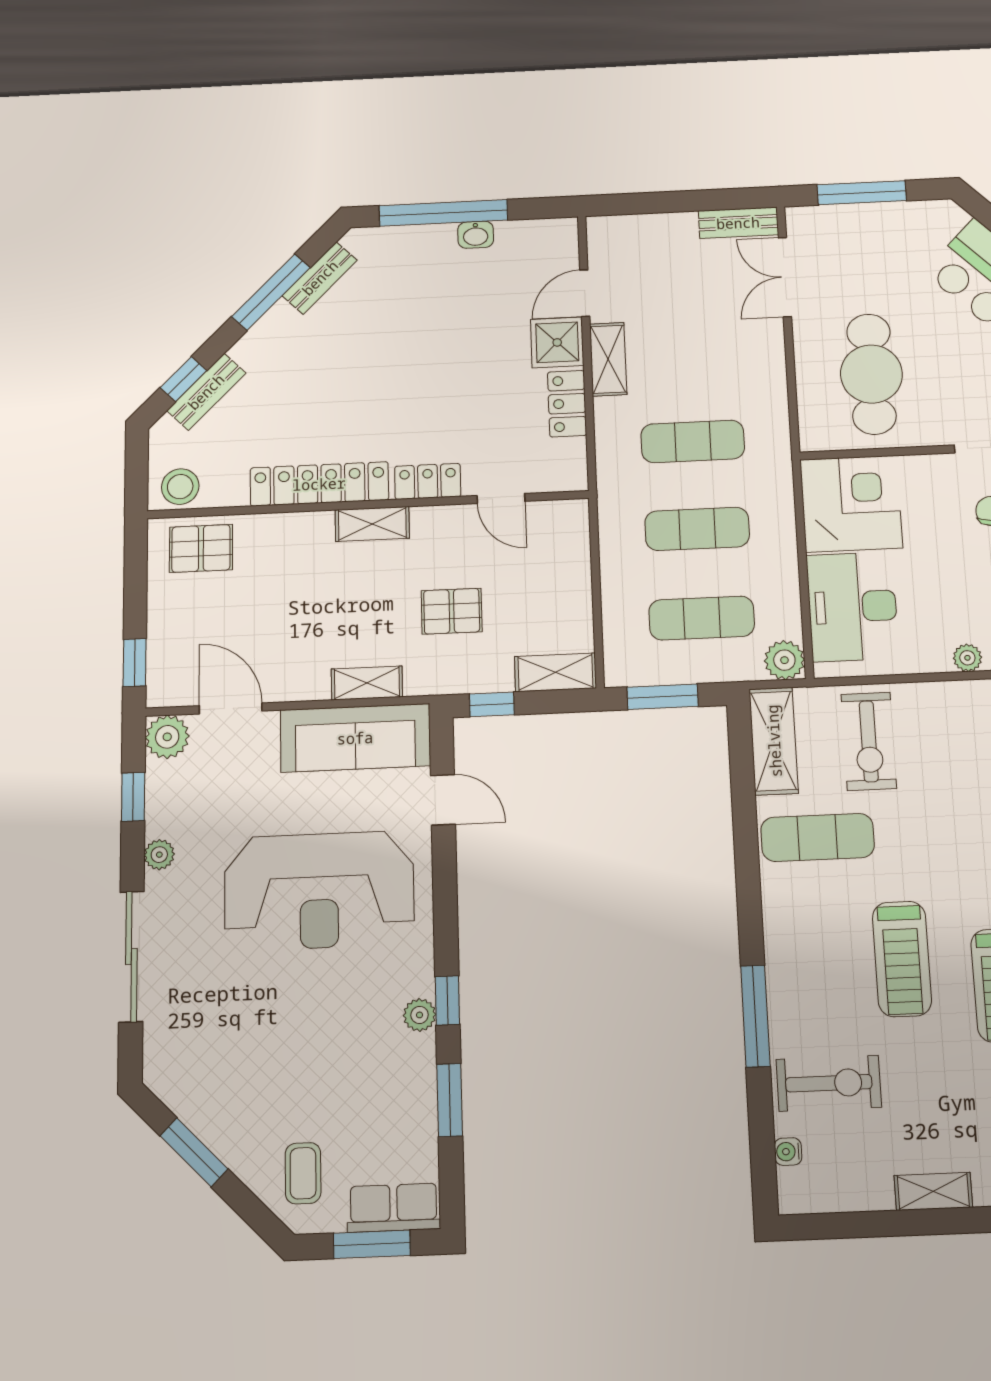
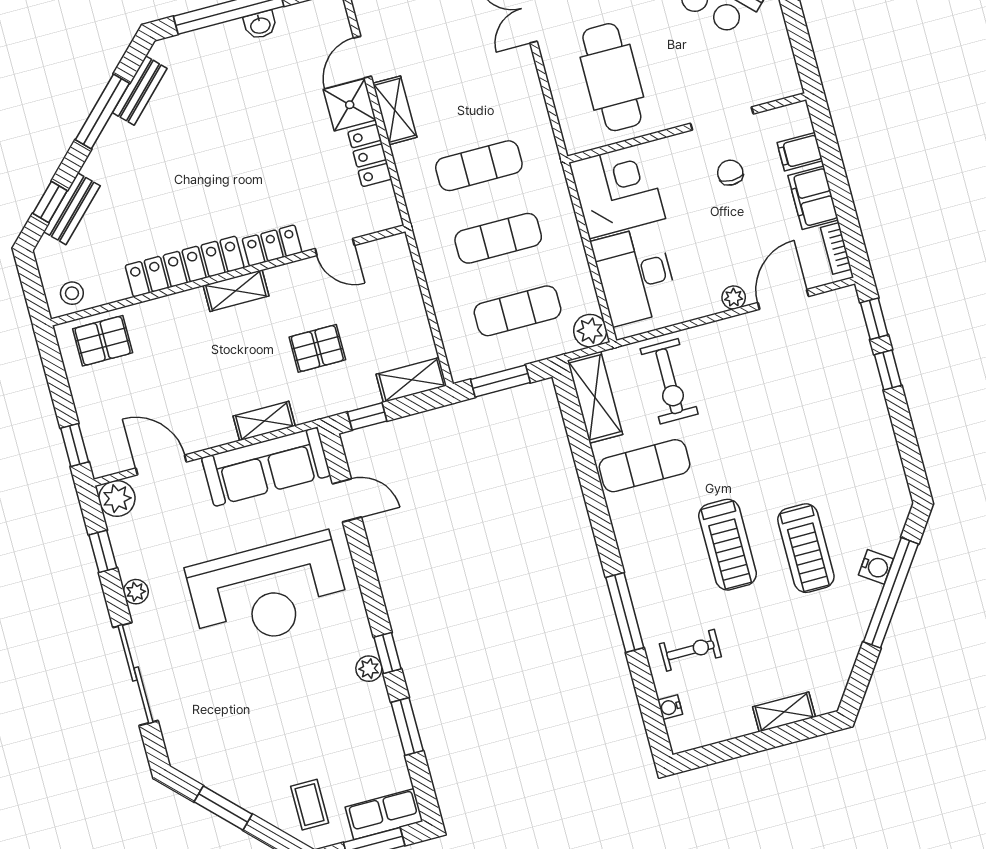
stool: (180, 487) -> (72, 293), width x0.73, depth x0.73
exercise bike: (829, 1083) -> (690, 650), width x0.73, depth x0.72

